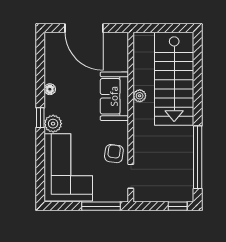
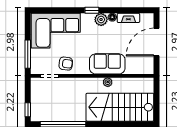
fireplace: (51, 67) -> (128, 18), added
plant: (53, 124) -> (101, 20), moved

